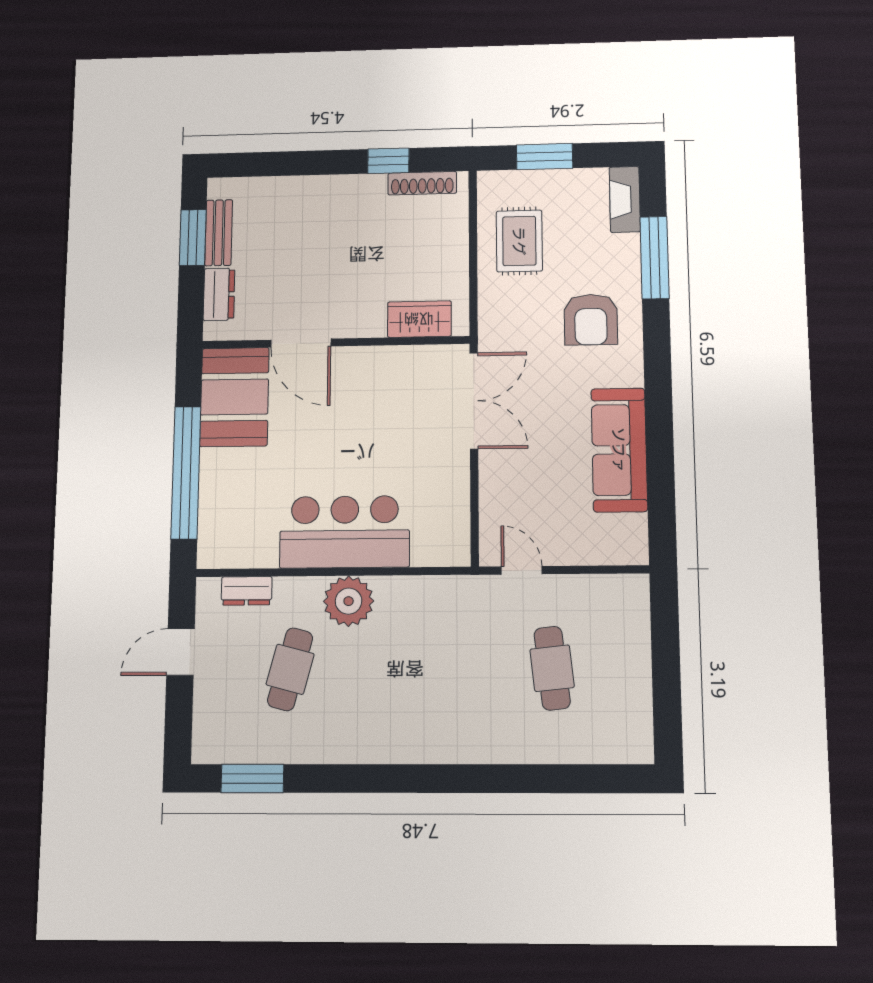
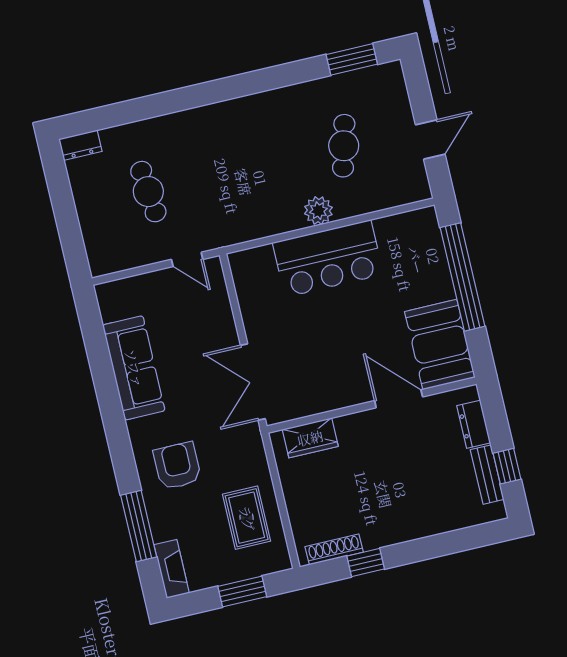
window: (193, 238) -> (507, 466), width x0.67
dresser: (247, 591) -> (80, 145), moved, turned 180
plant: (349, 601) -> (318, 211), width x0.73, depth x0.73

